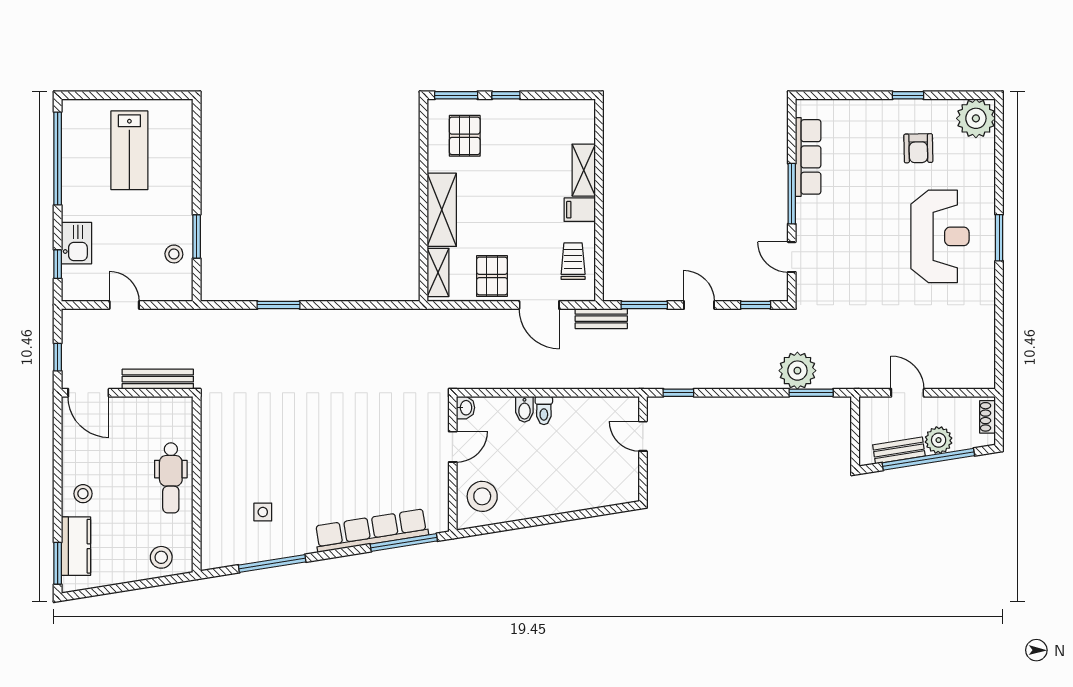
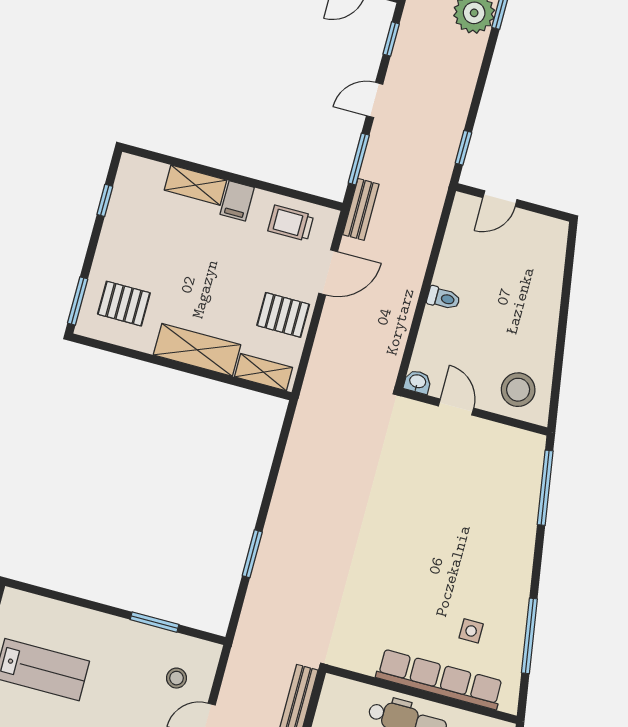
window: (506, 95) -> (105, 200), moved
stool: (174, 254) -> (177, 678), moved
bidet: (524, 409) -> (436, 319), removed
row of seats: (371, 531) -> (440, 679), moved, turned 99

